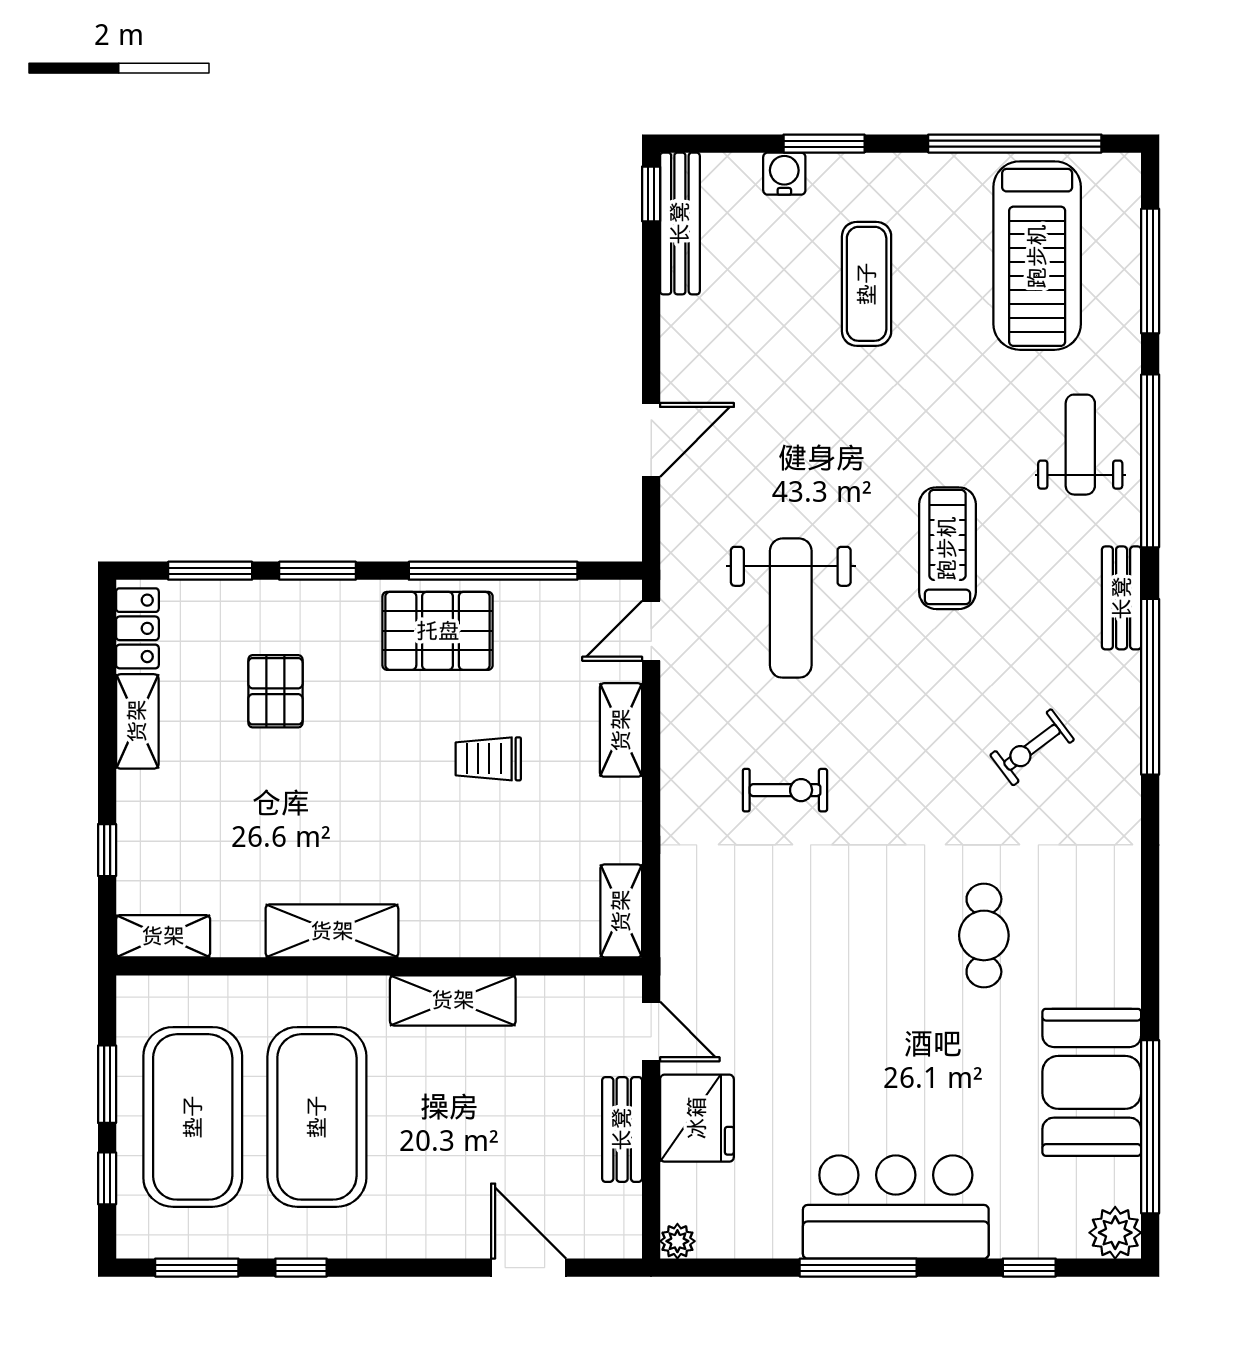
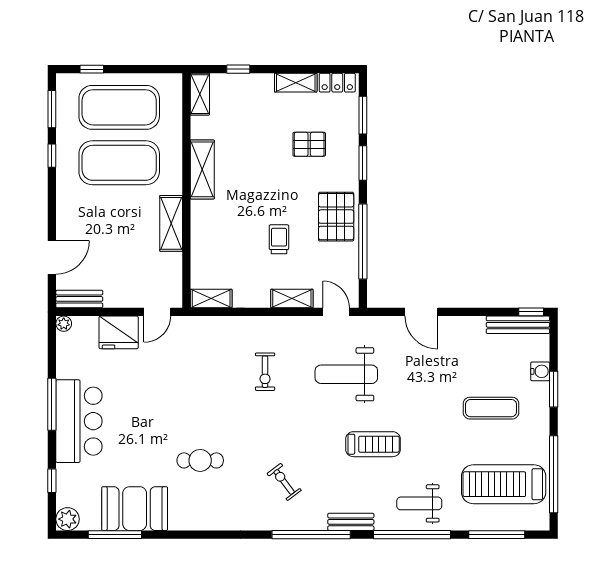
weight bench: (1080, 445) -> (419, 503), turned 180
window: (107, 1084) -> (134, 69), removed
window: (1150, 1127) -> (115, 535), width x0.68
bench: (622, 1129) -> (79, 299), moved

